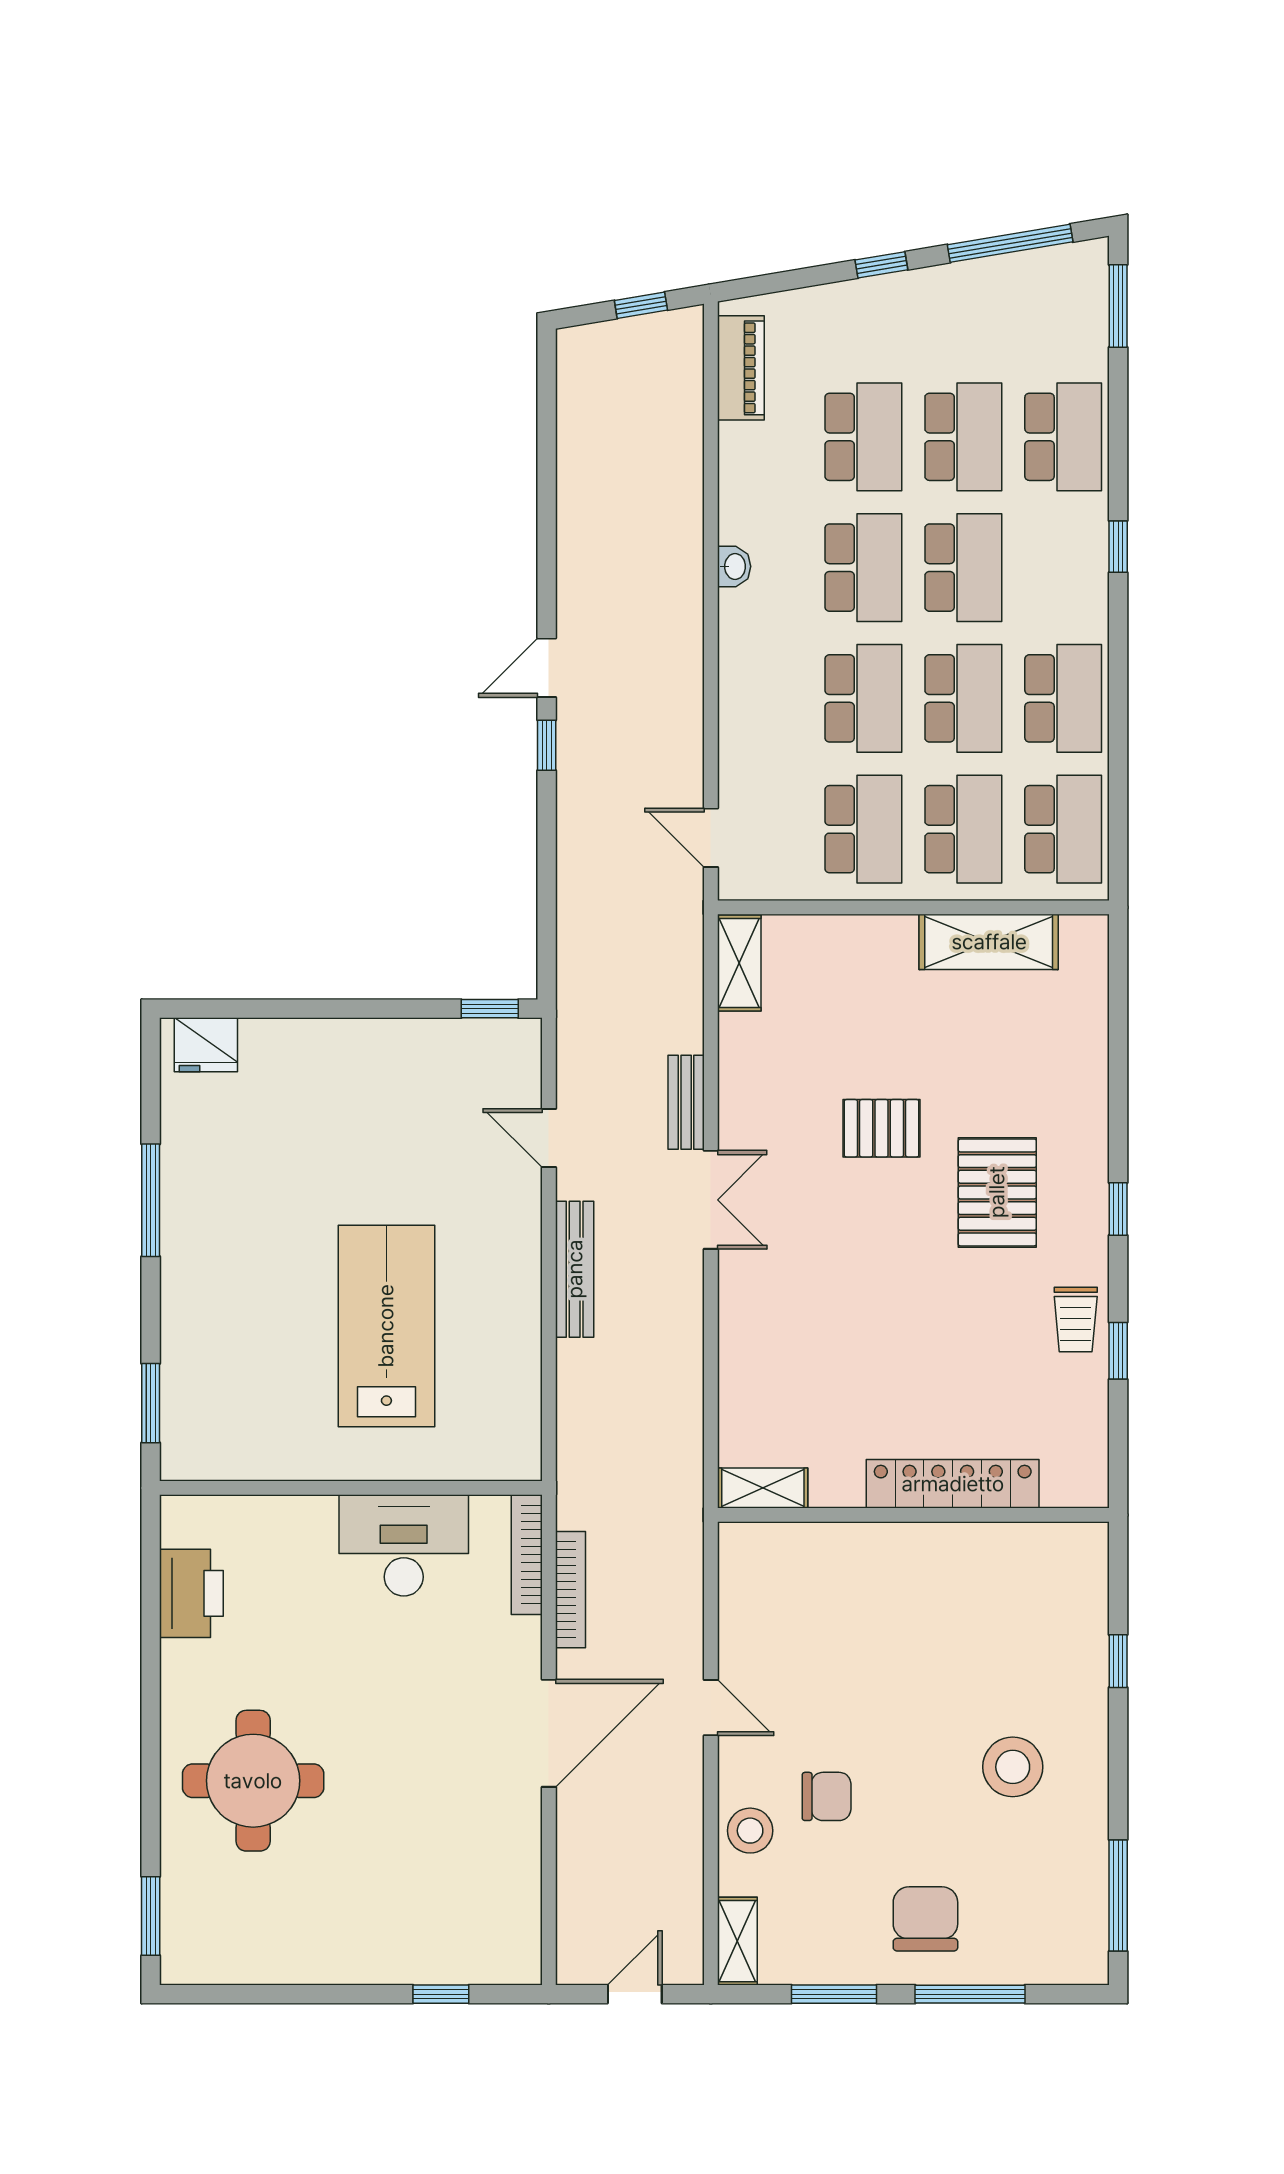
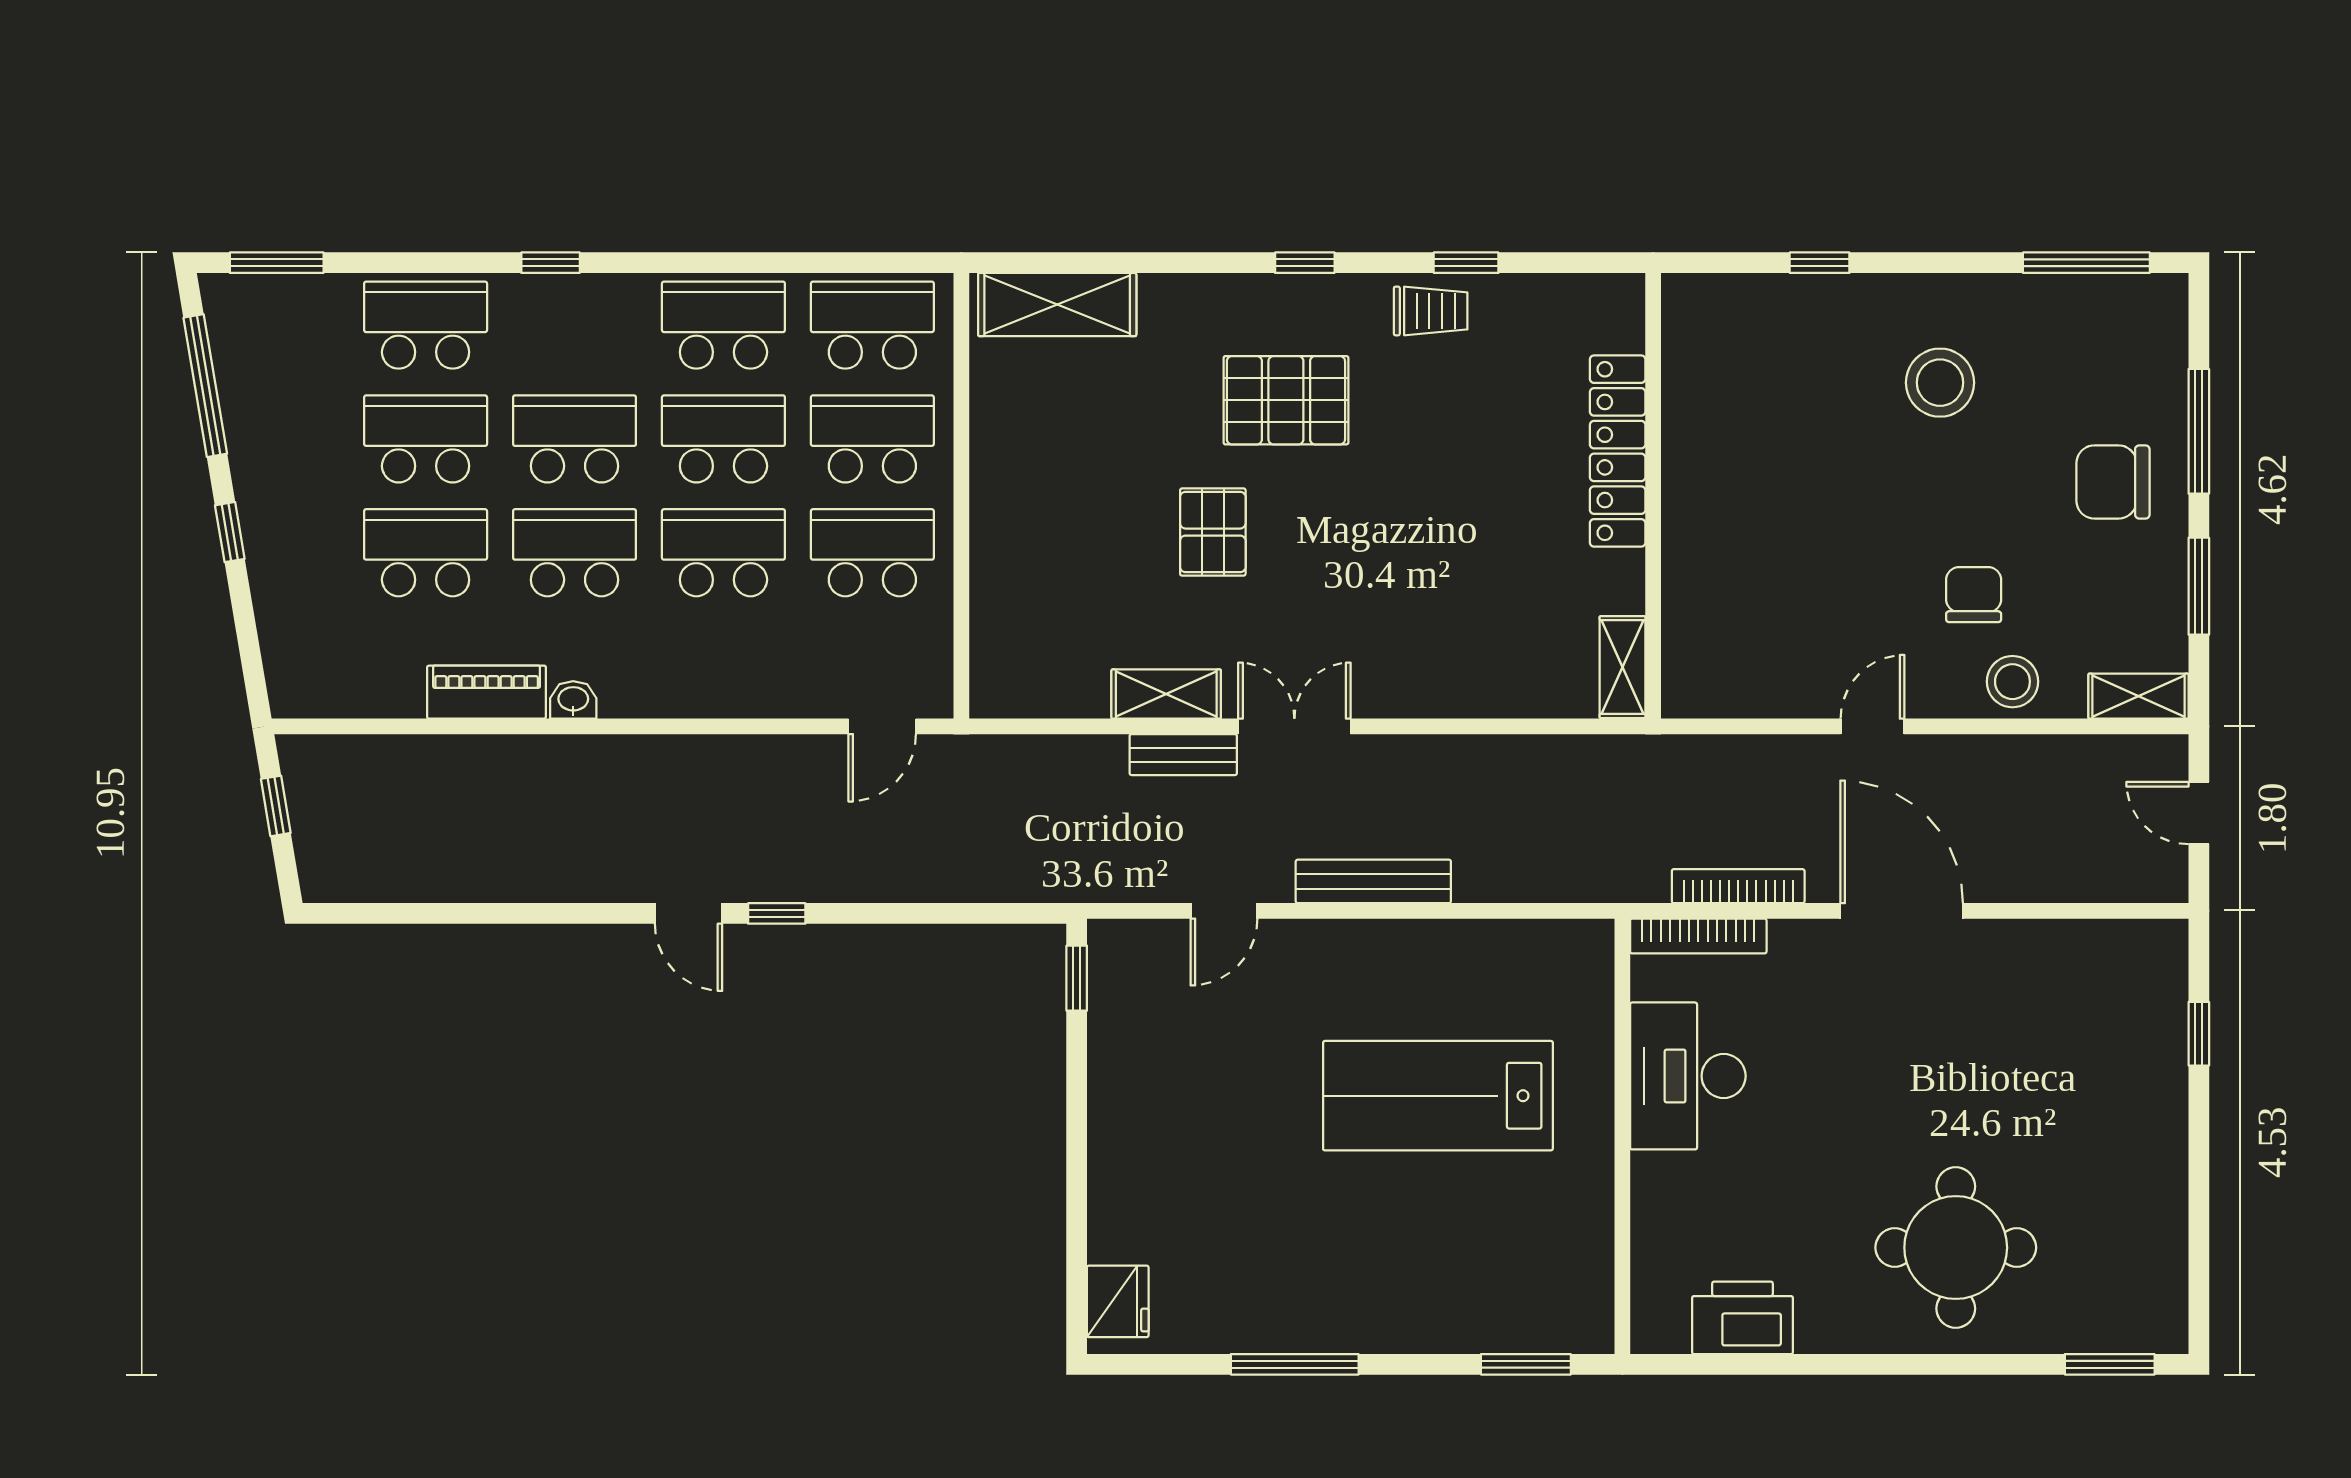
piano: (741, 368) -> (487, 692), moved
shelving: (989, 942) -> (1057, 305), moved, turned 90
shelving: (739, 963) -> (1166, 694), moved

